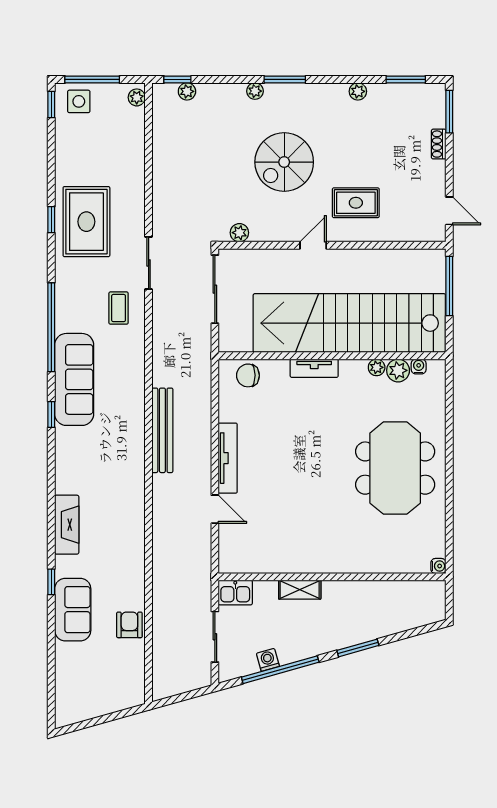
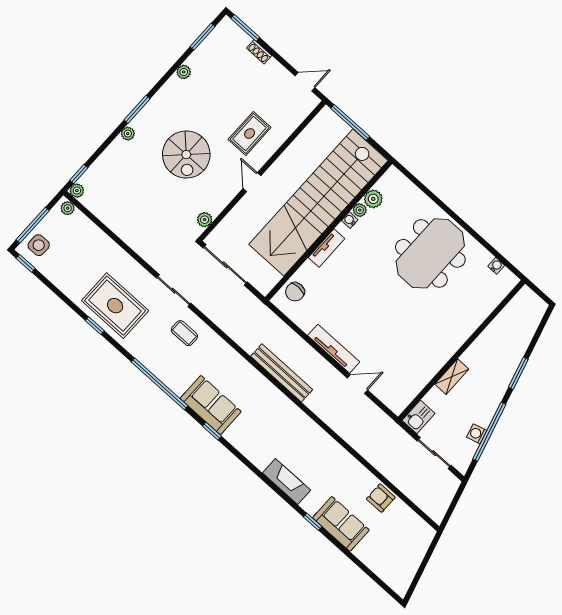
plant: (187, 91) -> (77, 191), moved
water cooler: (419, 366) -> (350, 220), moved
sofa: (74, 379) -> (211, 405), width x0.73
meeting table: (395, 468) -> (430, 253), turned 90
water cooler: (438, 566) -> (496, 266), moved

